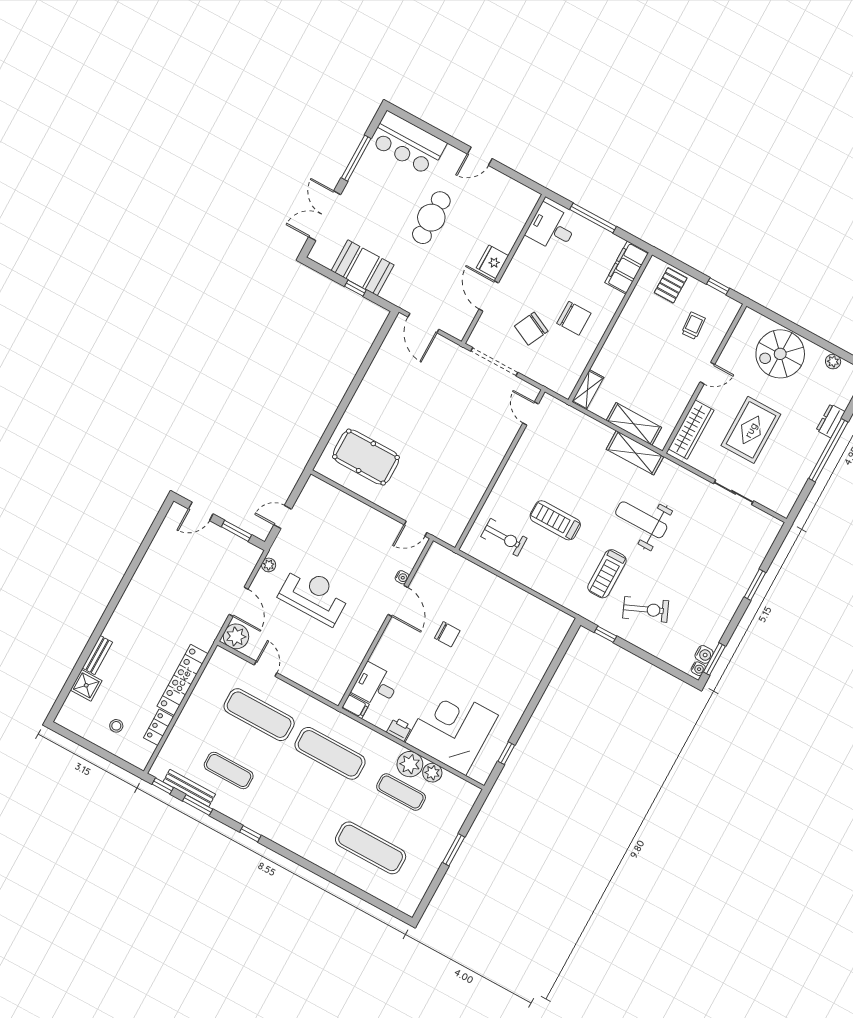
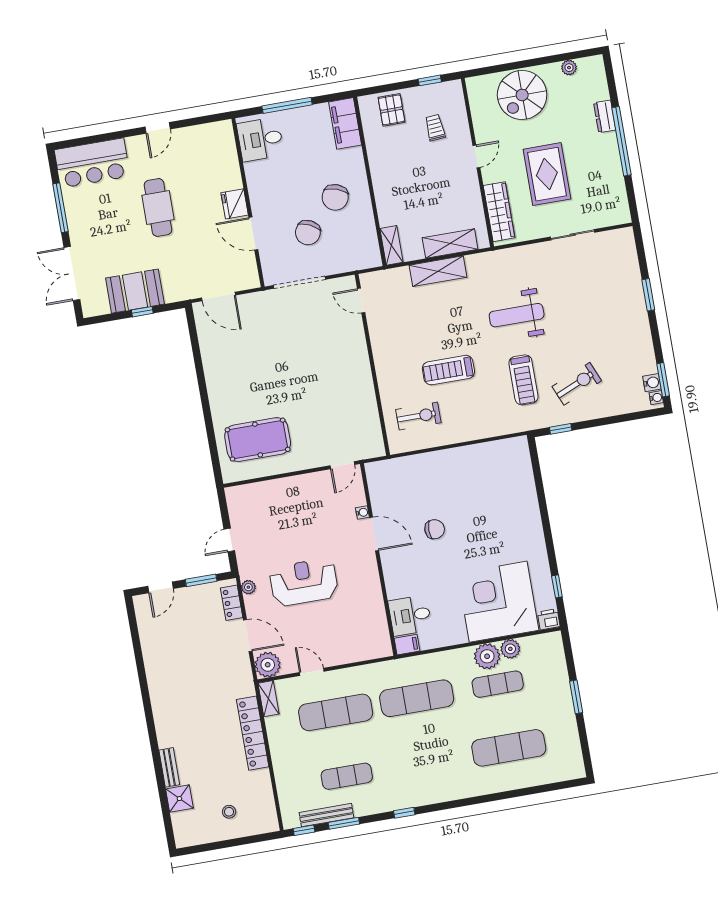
chair: (574, 318) -> (335, 197), turned 109
shelving: (635, 453) -> (438, 271), moved
shelving: (216, 663) -> (268, 699), added
locker: (159, 727) -> (232, 603), moved
printer: (399, 729) -> (549, 619), moved

